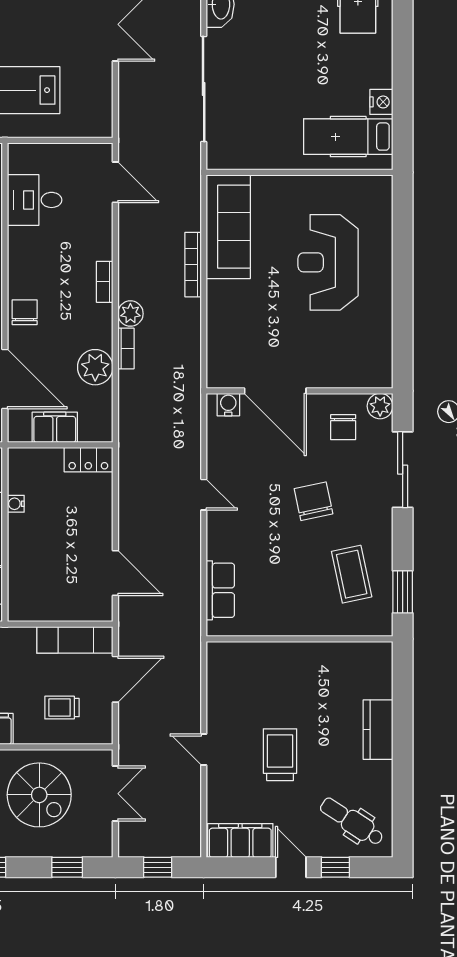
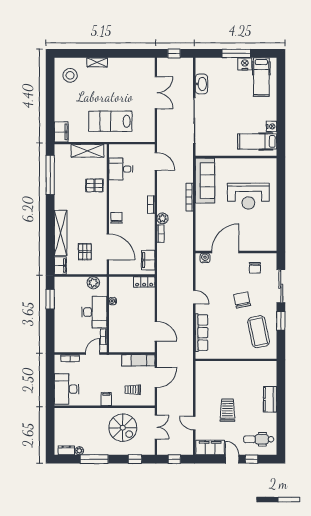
reception desk: (328, 262) -> (248, 196), turned -90
plant: (95, 367) -> (147, 242), removed
door: (275, 391) -> (225, 252), swing flipped
plant: (380, 406) -> (271, 259), removed
filing cabinet: (55, 427) -> (148, 260), moved, turned -90
coffee table: (352, 574) -> (259, 332), width x1.36, depth x1.32
row of seats: (220, 590) -> (202, 333), width x1.48
window: (403, 592) -> (281, 321), moved
door: (204, 750) -> (194, 423), moved
dental chair: (352, 822) -> (259, 439), turned -33

